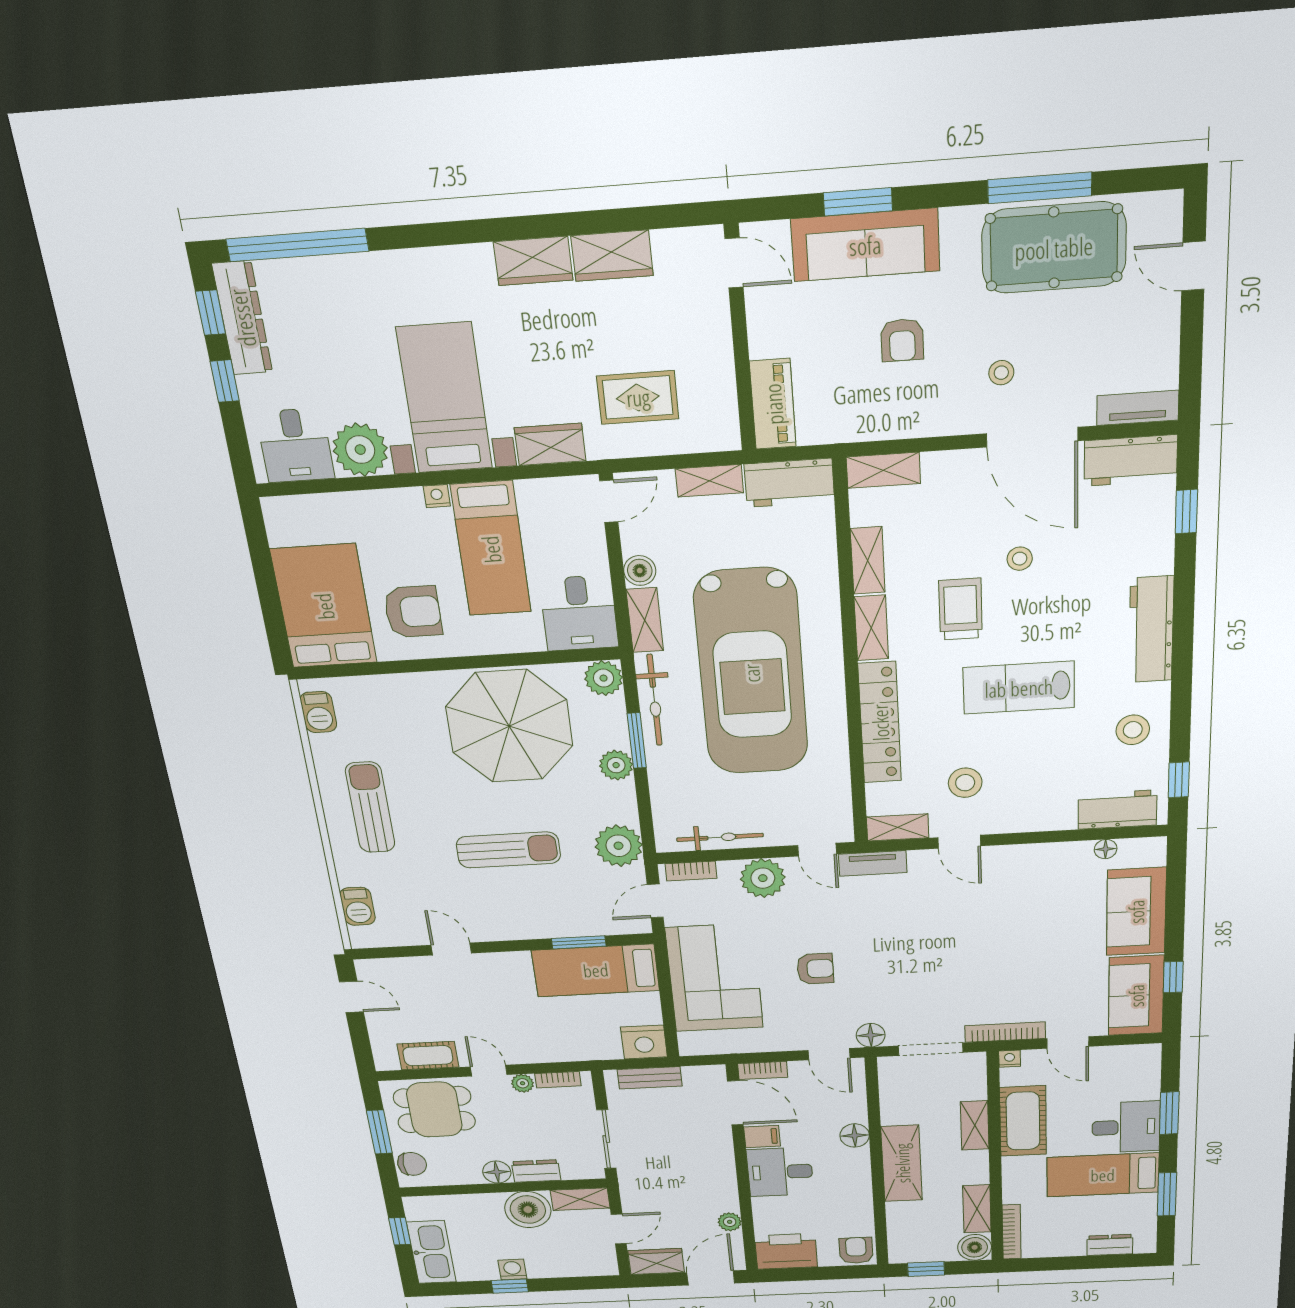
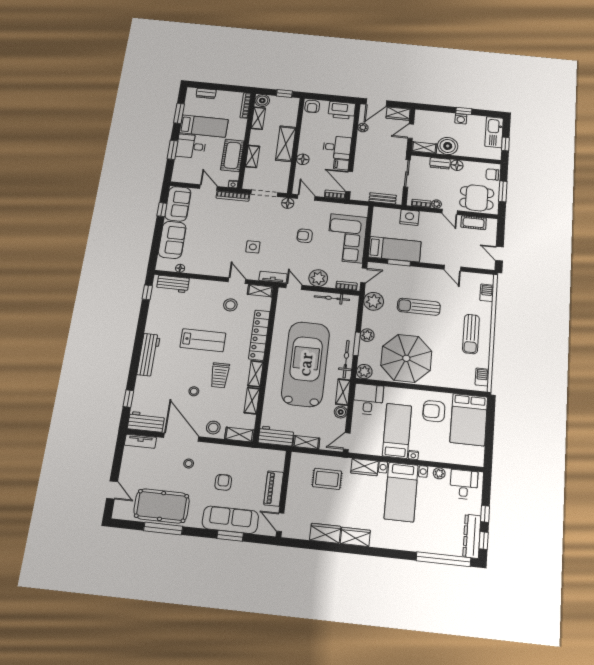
piano: (773, 404) -> (274, 489), moved
plant: (360, 450) -> (439, 473), width x0.53, depth x0.53
stool: (1133, 730) -> (213, 427), moved
side table: (935, 925) -> (253, 247), added
nightstand: (644, 1042) -> (409, 217), moved

